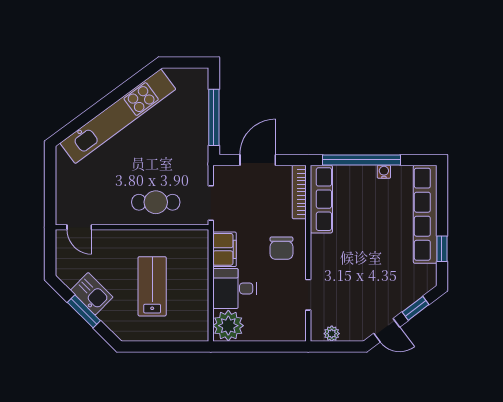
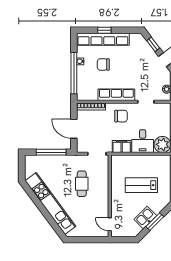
row of seats: (321, 199) -> (116, 95), moved
cafe table: (156, 202) -> (82, 184), moved
chair: (378, 215) -> (103, 64), added
door: (79, 227) -> (110, 224), swing flipped
window: (442, 249) -> (104, 30), moved

